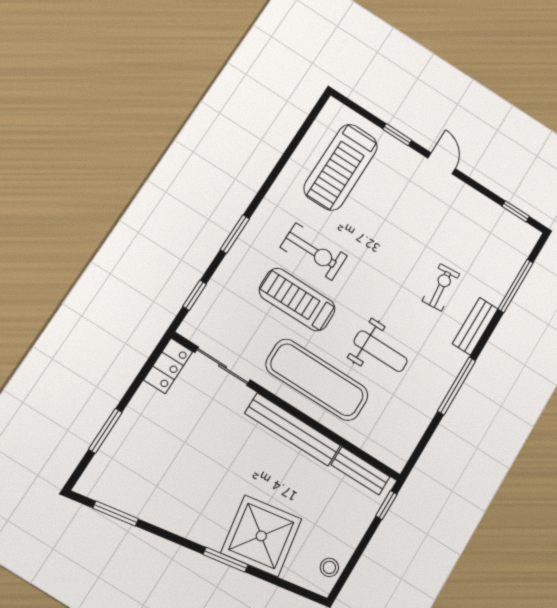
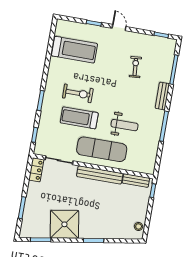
treadmill: (341, 167) -> (74, 50), turned -90
exercise bike: (441, 287) -> (135, 67), moved
shower: (261, 536) -> (64, 224), moved

